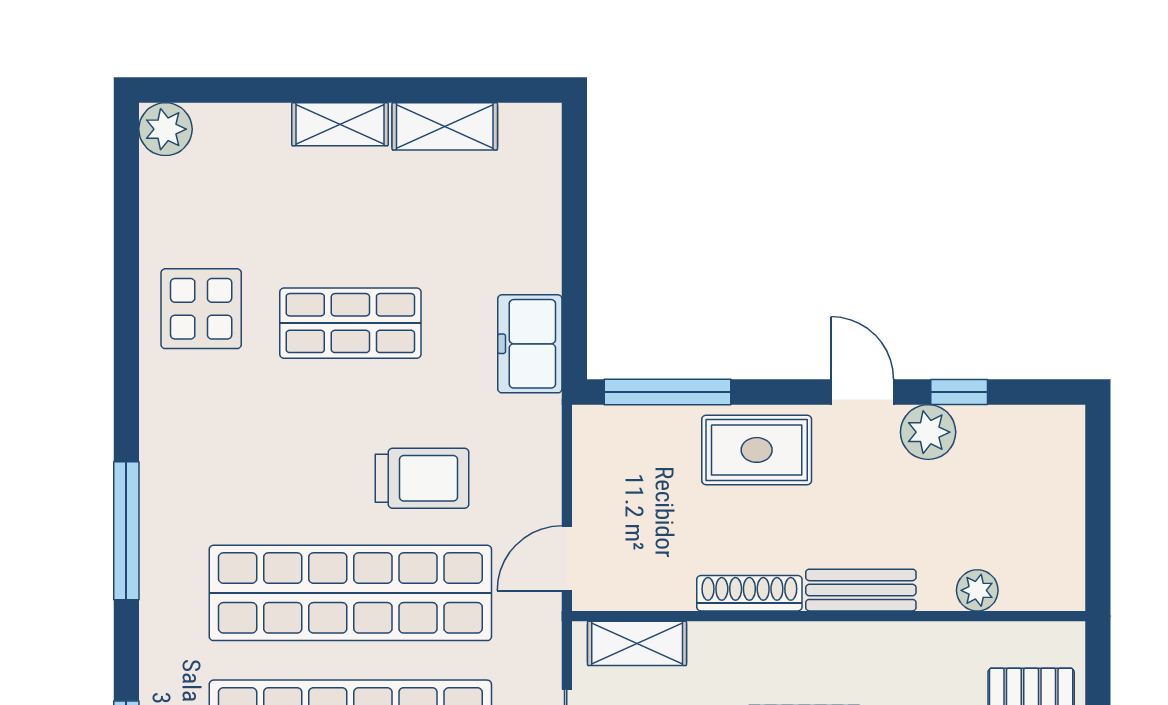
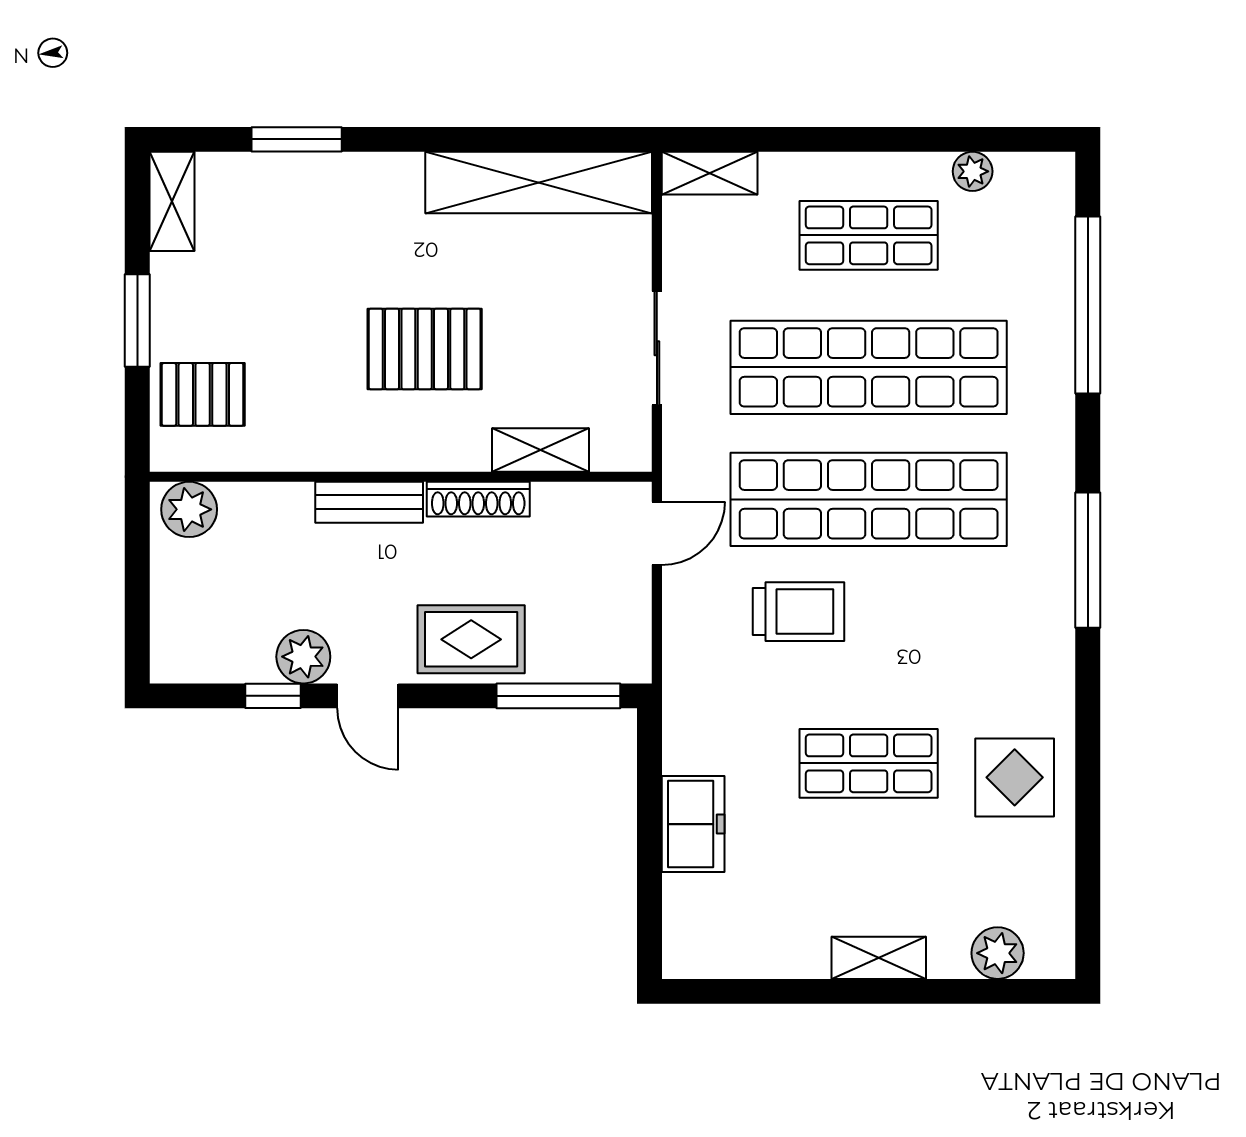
shelving: (445, 126) -> (776, 956), removed
plant: (165, 129) -> (998, 953), moved
freezer: (530, 344) -> (693, 824), moved
trolley: (422, 478) -> (799, 612), turned 180
plant: (977, 590) -> (189, 509), moved, width x1.38, depth x1.38
shelving: (637, 643) -> (540, 450), moved

